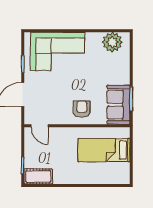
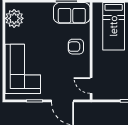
door: (40, 126) -> (91, 85), swing flipped

